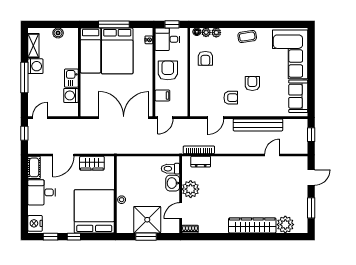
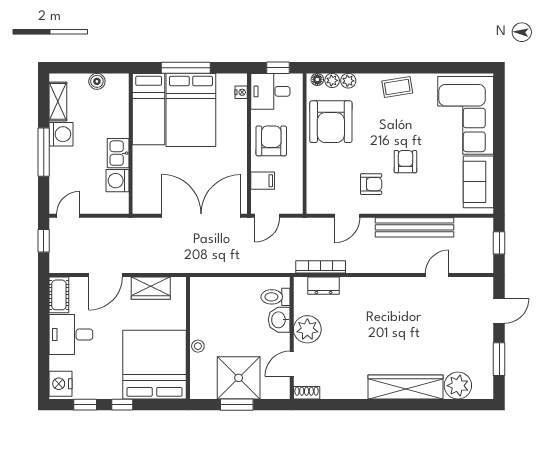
armchair: (205, 58) -> (331, 122), width x1.88, depth x1.88

